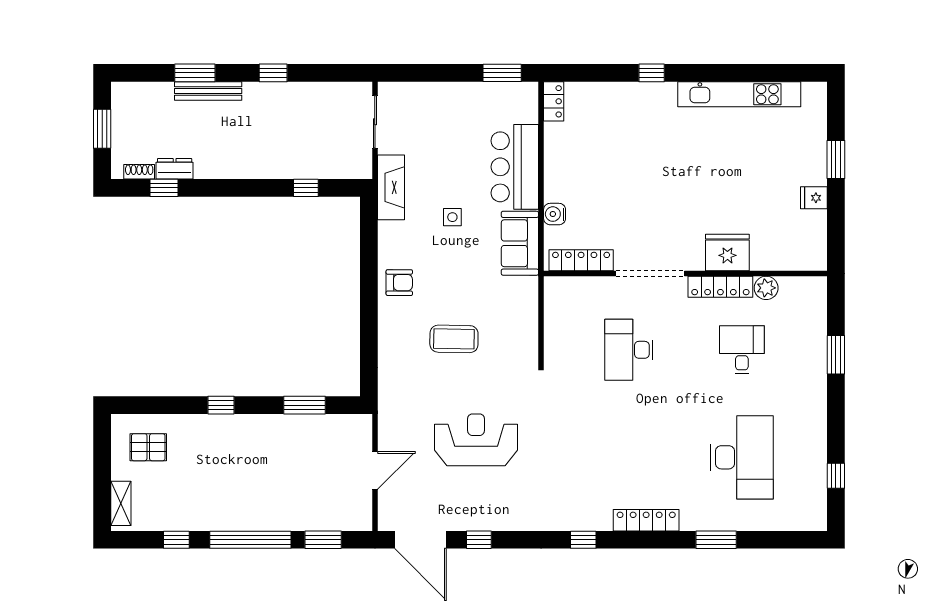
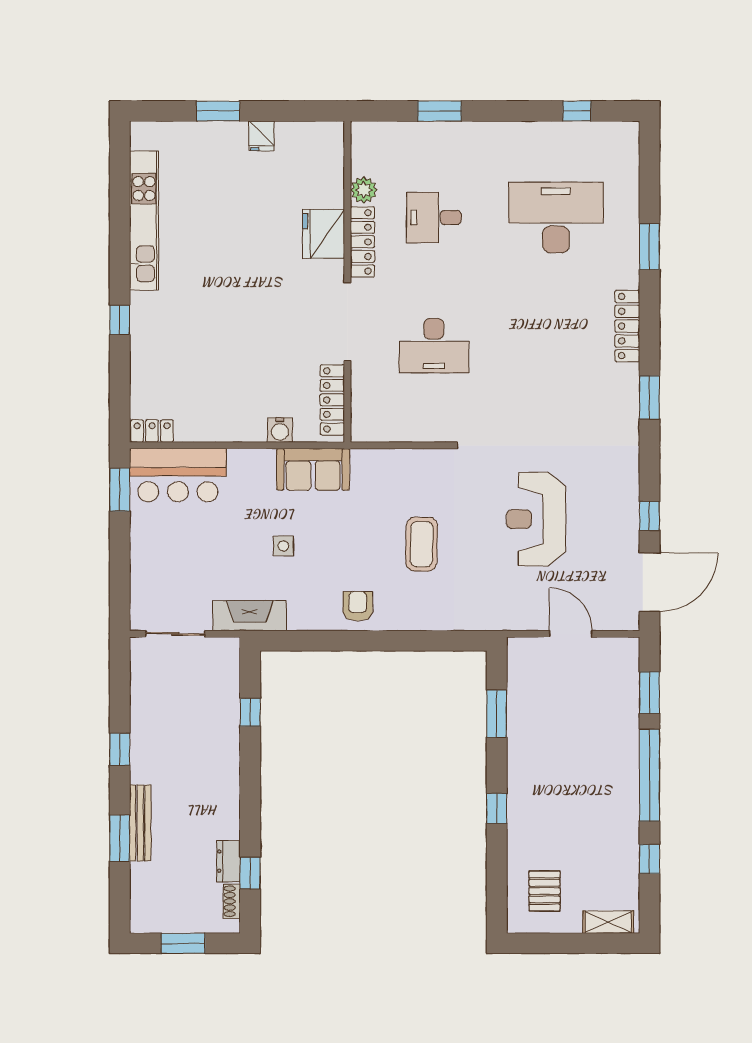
bar counter: (515, 167) -> (178, 475), moved
window: (583, 540) -> (649, 397), width x1.50

